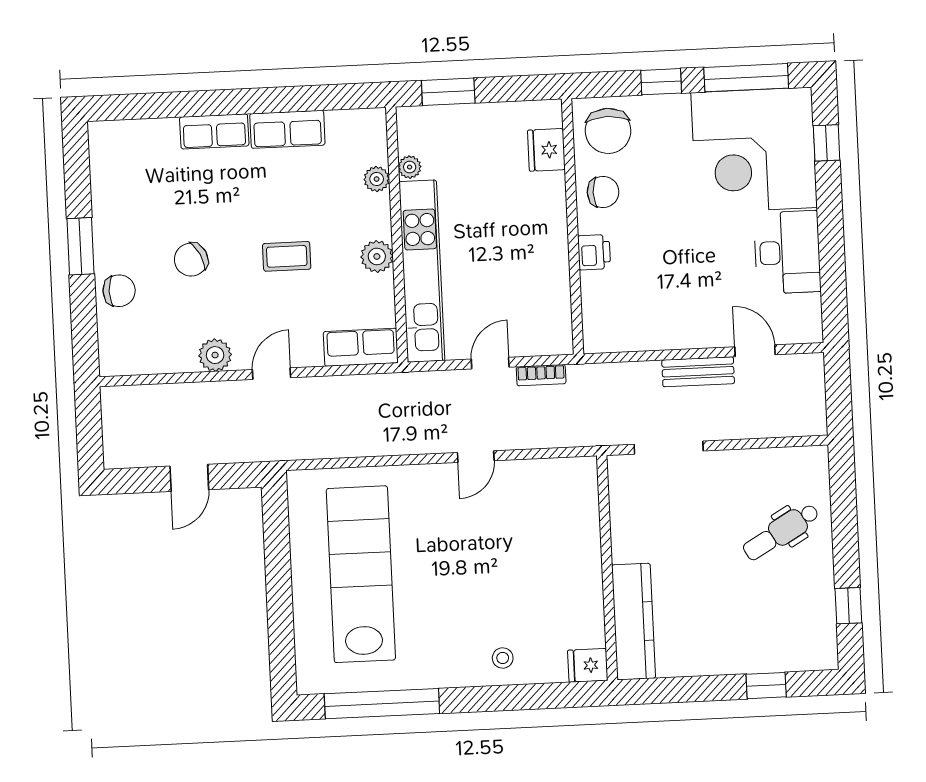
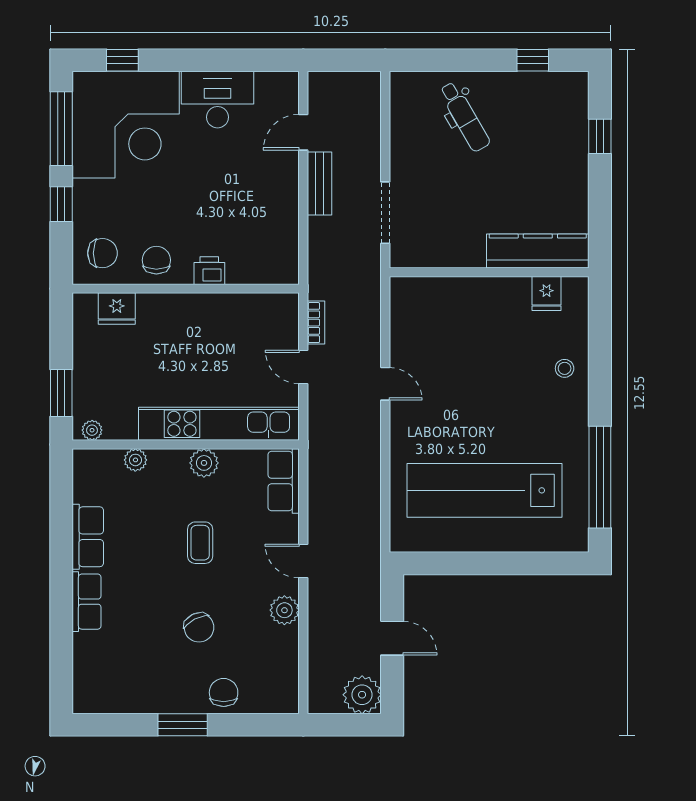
chair: (608, 131) -> (102, 253), width x0.73, depth x0.73
plant: (410, 167) -> (92, 430), moved
plant: (124, 447) -> (362, 695), added
fridge: (588, 665) -> (547, 293), moved

